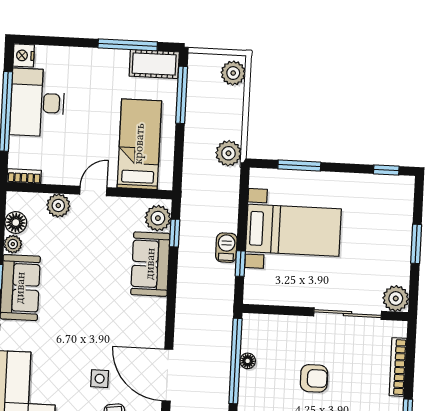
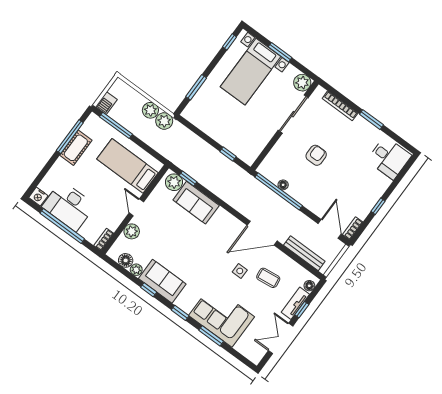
cot: (154, 64) -> (76, 148), moved
plant: (233, 73) -> (150, 110), moved
bed with nightstands: (293, 230) -> (251, 72), moved, turned 180
barbecue: (226, 248) -> (106, 103), moved, turned -90

